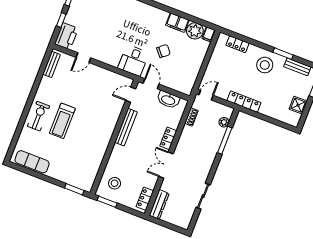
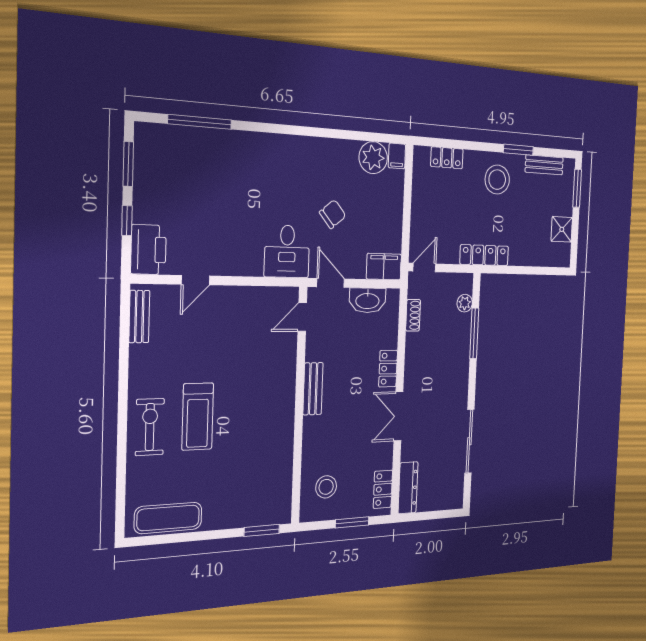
filing cabinet: (177, 23) -> (384, 267), moved, turned 180
bench: (126, 127) -> (313, 389), width x0.73
sliding door: (203, 196) -> (469, 441), width x1.37
window: (107, 202) -> (352, 522), moved

